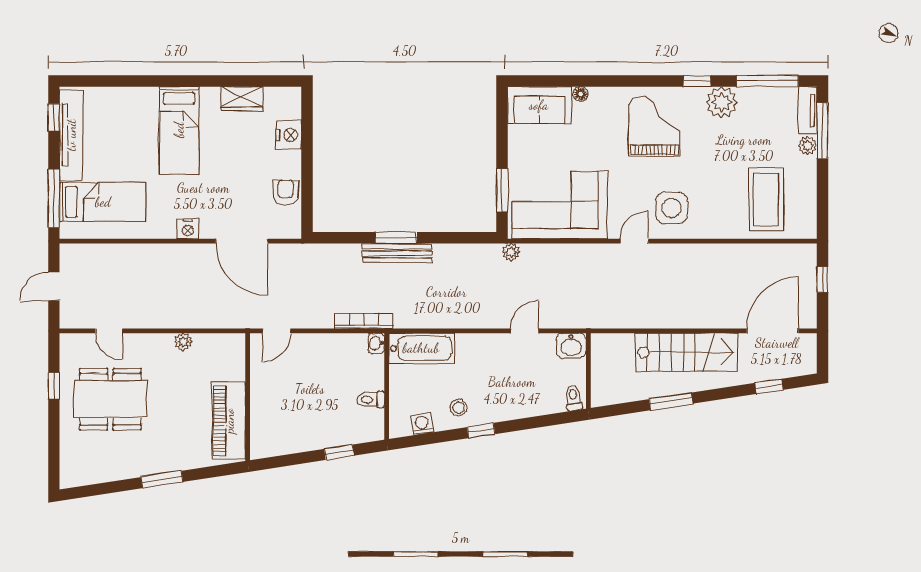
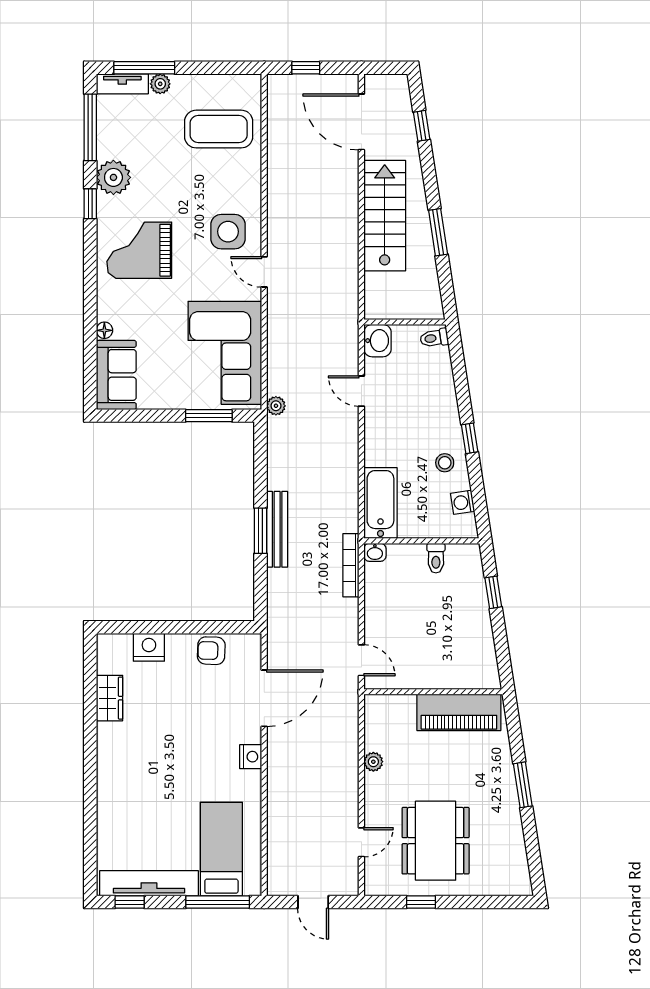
bed: (179, 130) -> (144, 766), removed

